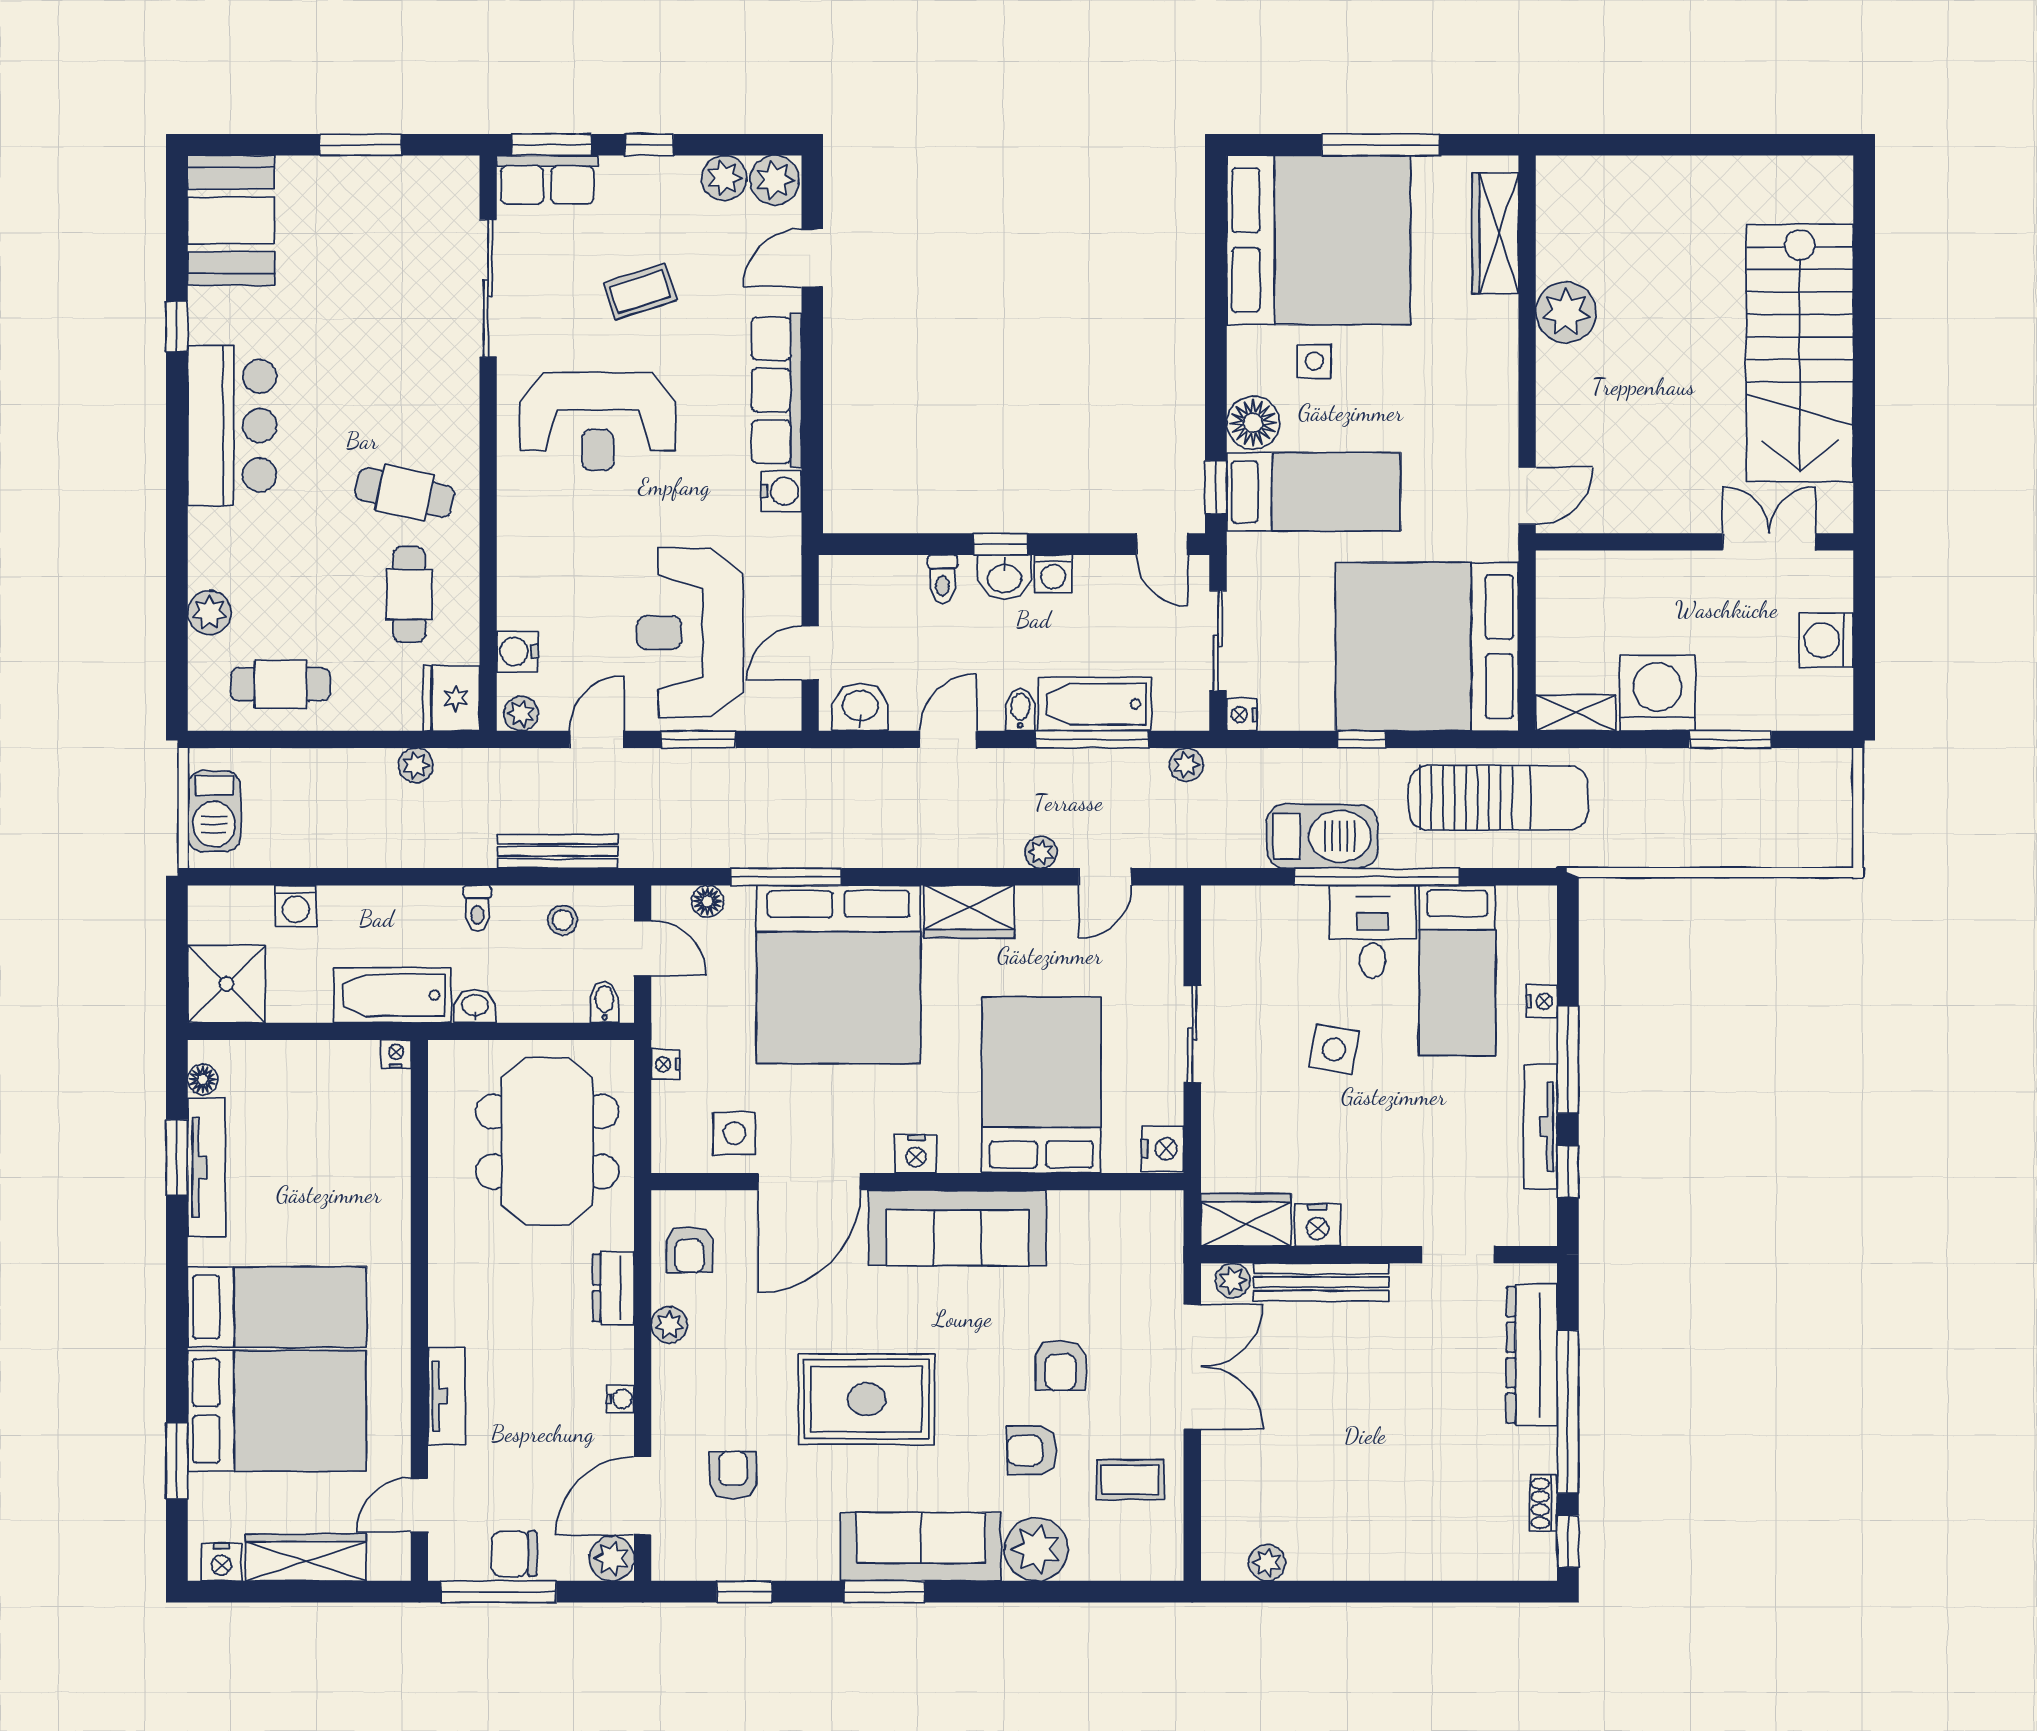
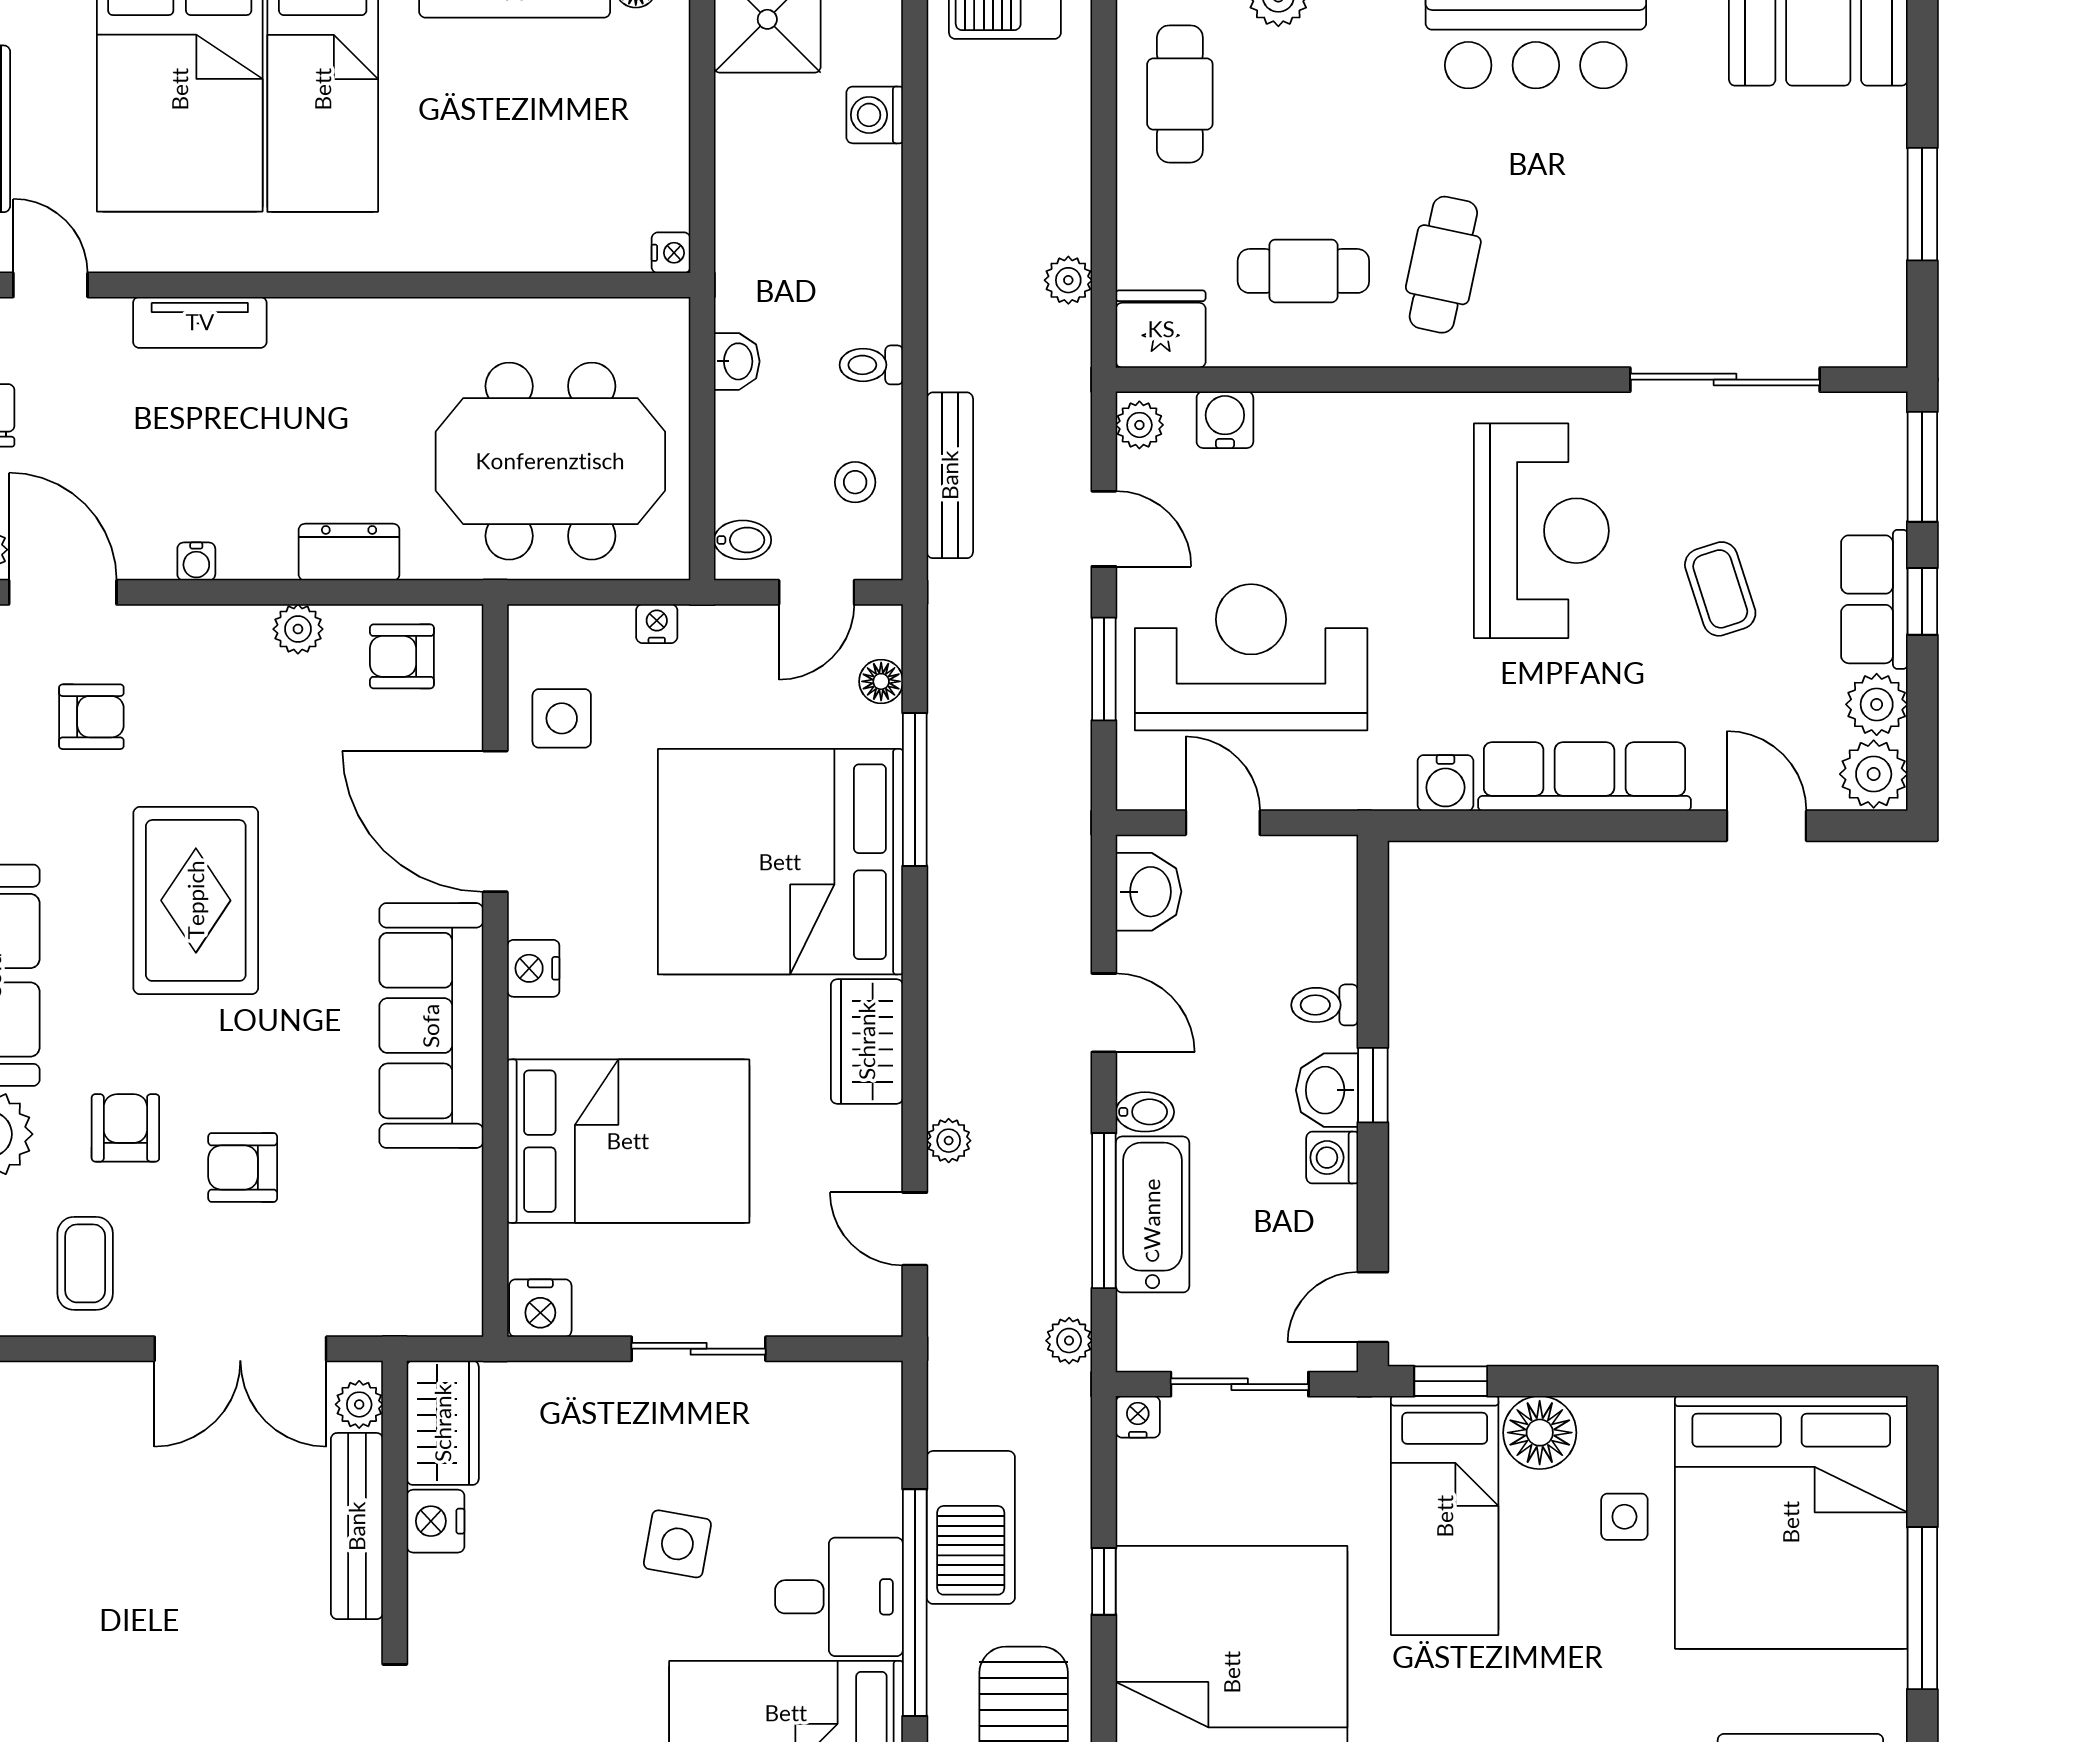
row of seats: (547, 180) -> (1874, 599), moved
reception desk: (598, 422) -> (1541, 531), turned 180
bathtub: (392, 995) -> (752, 248), removed

